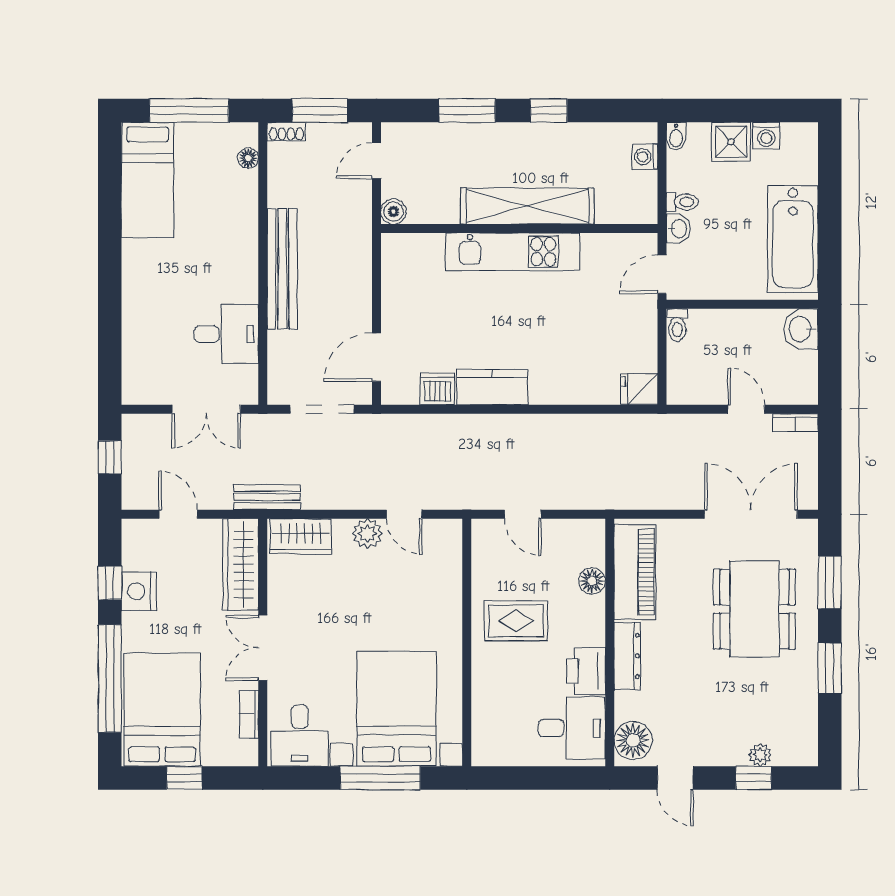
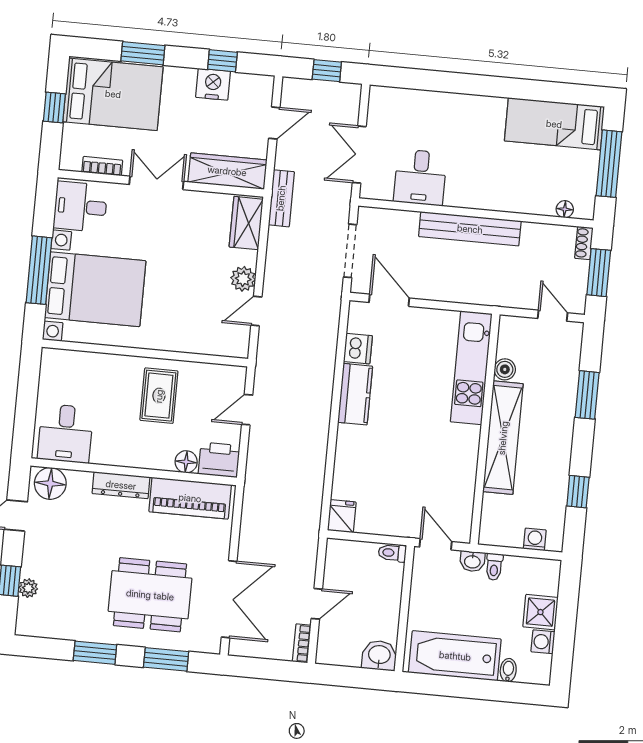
window: (549, 111) -> (578, 492), moved
bidet: (676, 136) -> (508, 670), moved, turned 90
boiler: (393, 212) -> (505, 369), moved
kitchen unit: (513, 252) -> (471, 368), moved
printer: (586, 671) -> (219, 460), moved
window: (110, 679) -> (143, 53), width x0.47

